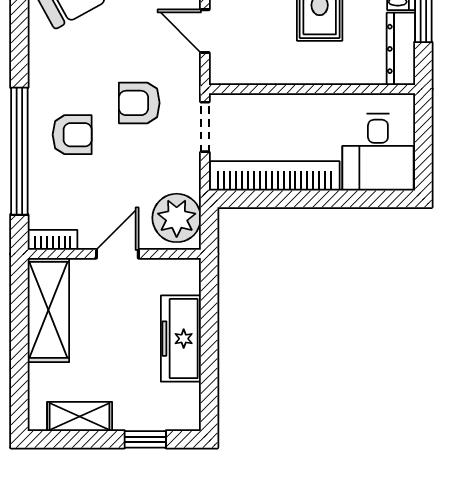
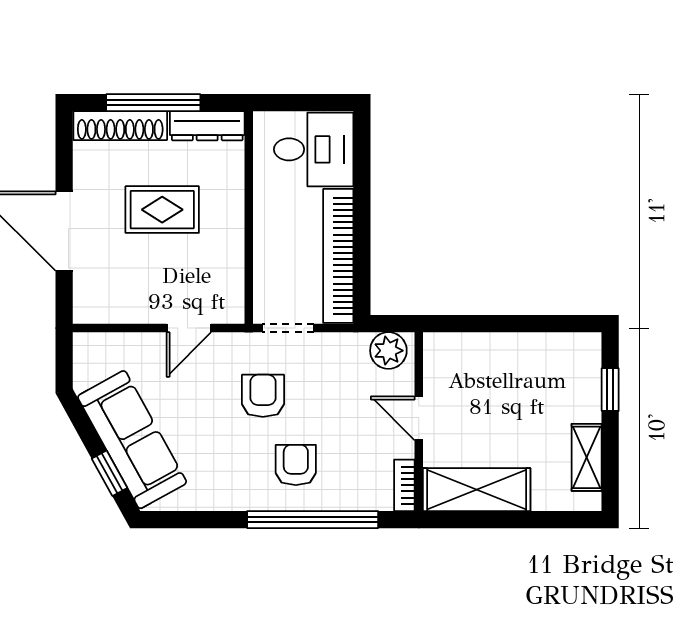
armchair: (139, 103) -> (263, 396), turned 180
plant: (177, 218) -> (388, 351), width x0.73, depth x0.73
freezer: (181, 339) -> (506, 353), removed

